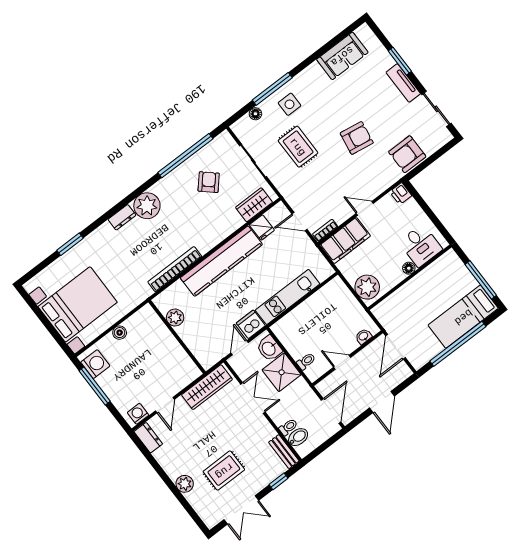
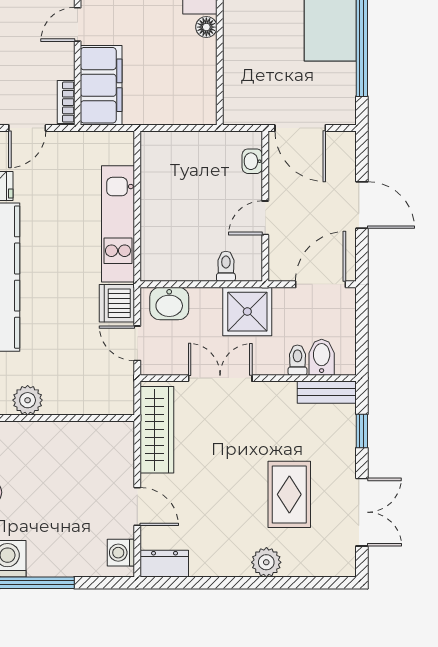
plant: (367, 287) -> (188, 104), removed
shower: (282, 372) -> (247, 312), moved
door: (331, 411) -> (321, 284), hinge flipped

